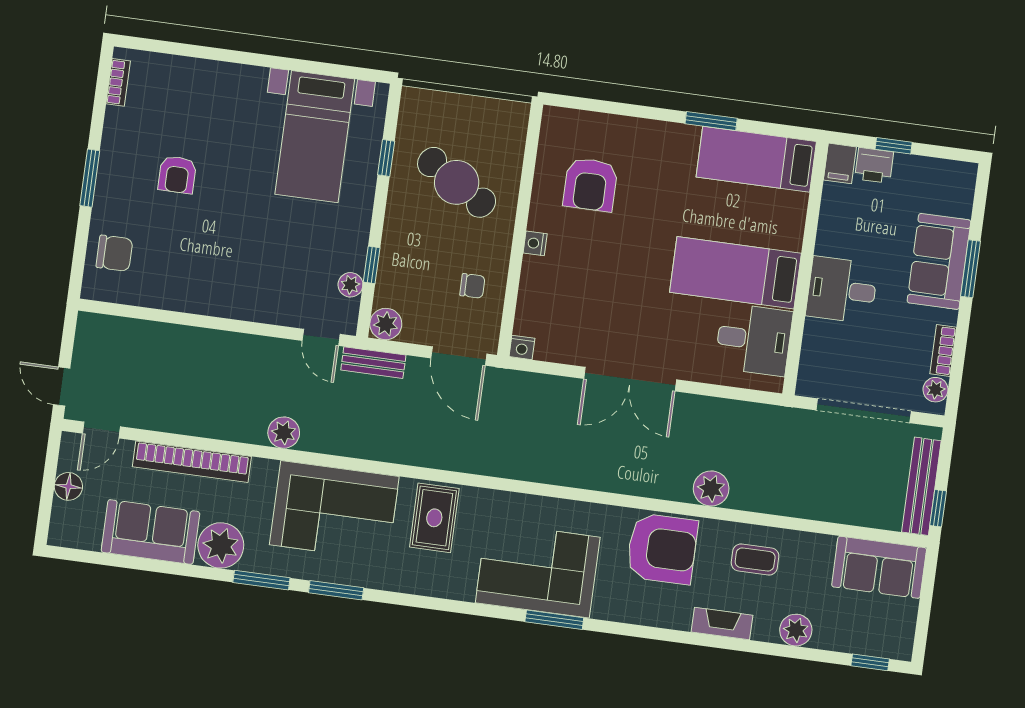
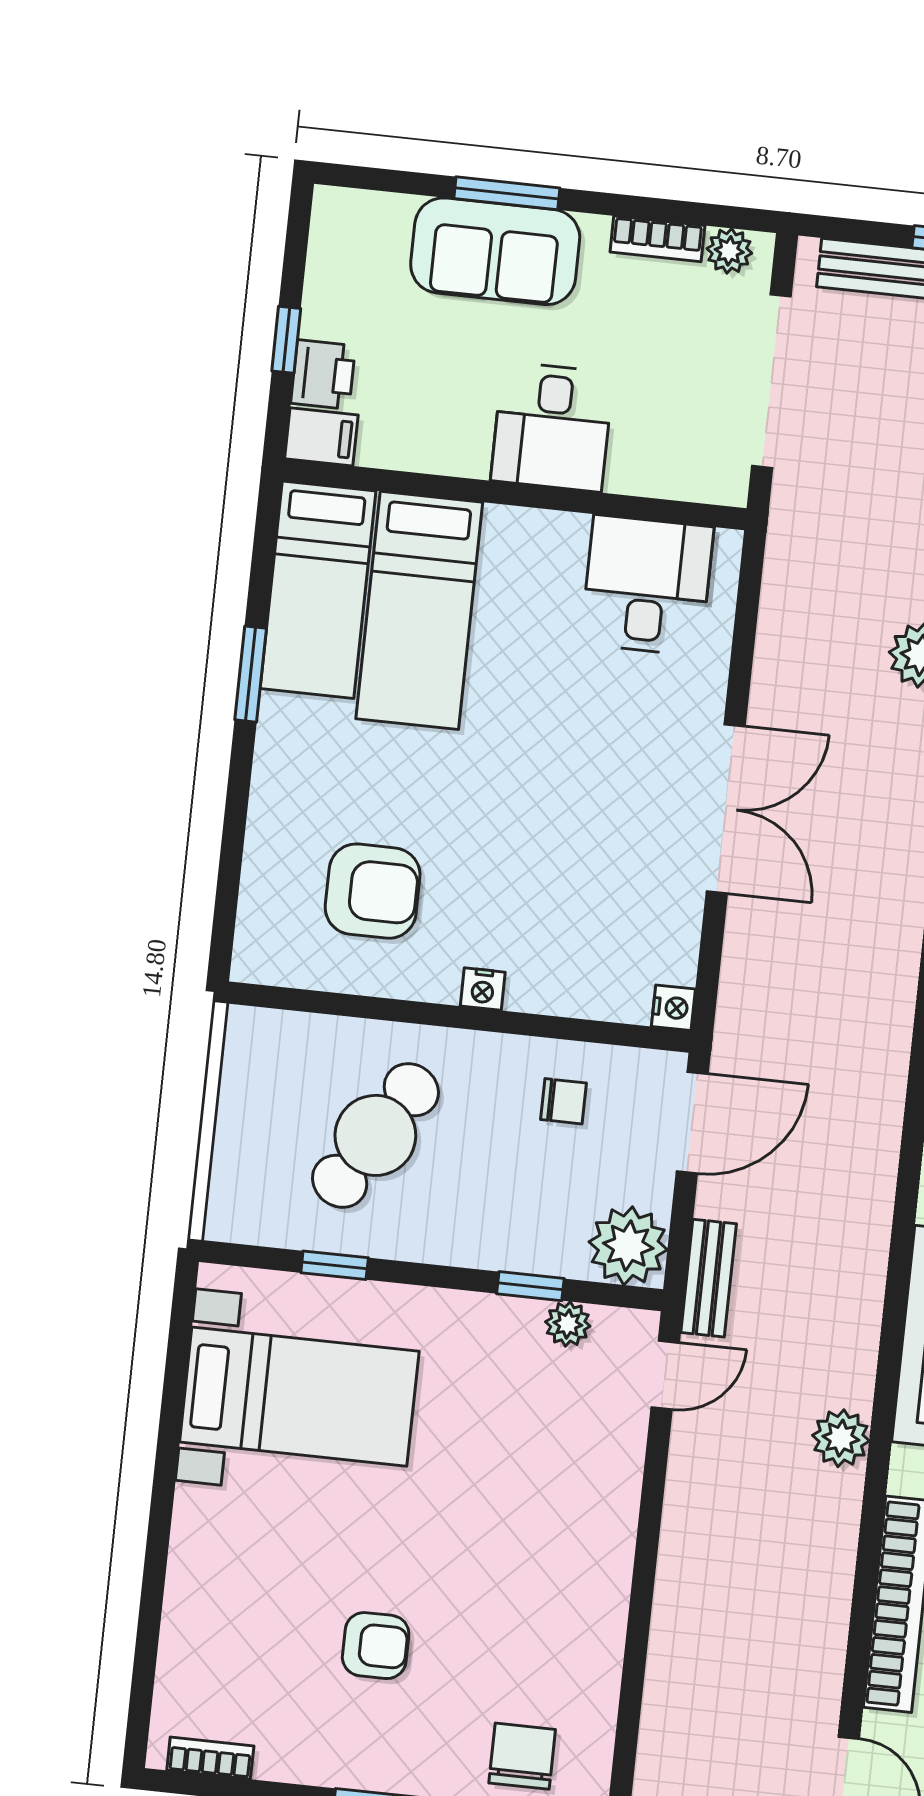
bed: (735, 273) -> (419, 610), moved
chair: (472, 286) -> (564, 1101), turned 90
plant: (386, 324) -> (628, 1246), width x1.36, depth x1.36

